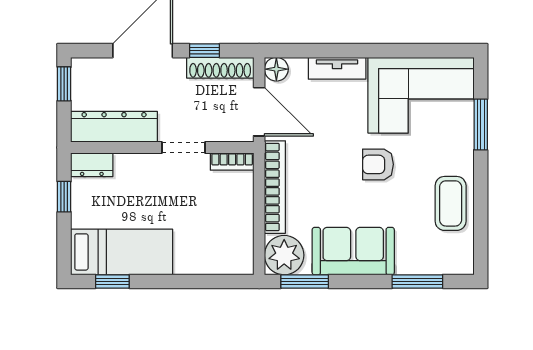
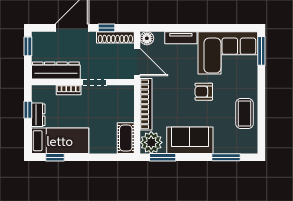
window: (481, 125) -> (261, 51), moved
bookcase: (232, 161) -> (69, 90), moved
dresser: (92, 165) -> (38, 115), moved, turned -90
cot: (239, 247) -> (126, 138), added

